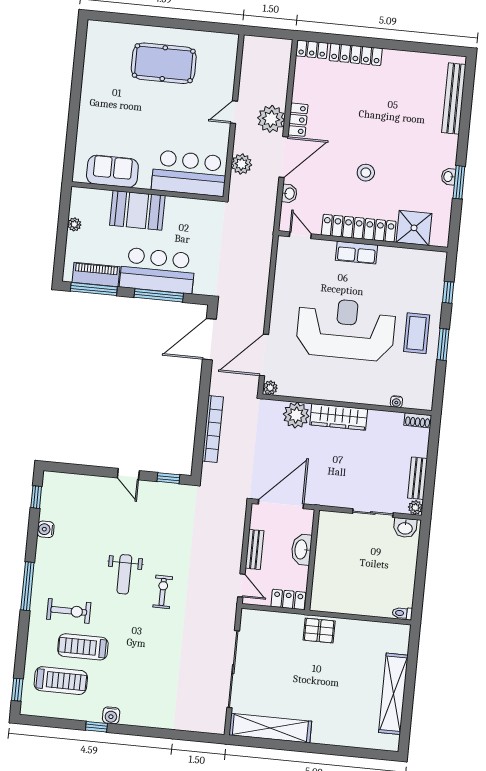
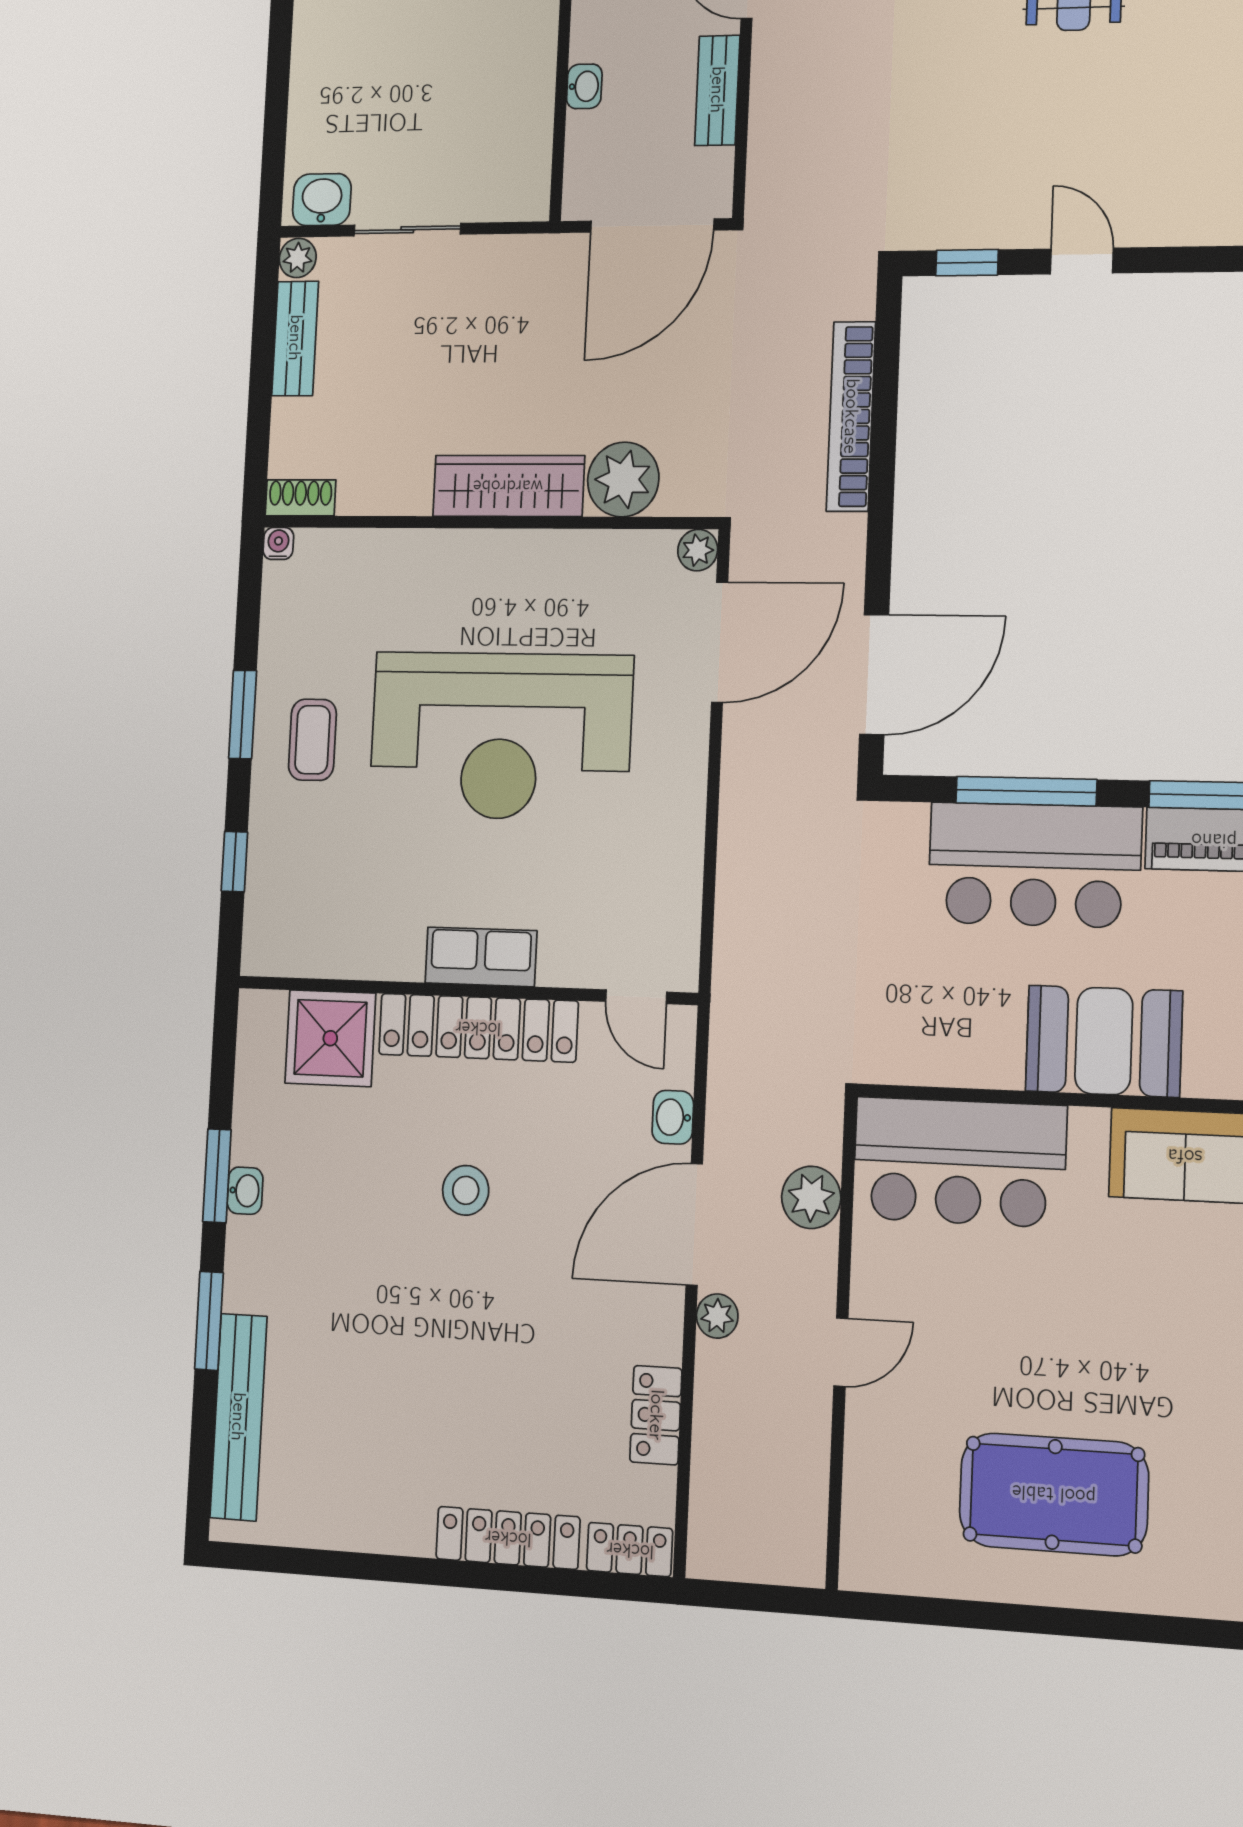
plant: (271, 119) -> (717, 1316), width x0.53, depth x0.53
locker: (298, 120) -> (656, 1415), moved
window: (464, 132) -> (209, 1321), added
coffee table: (417, 333) -> (312, 740), width x0.73, depth x0.77
water cooler: (396, 402) -> (278, 543), moved
washbasin: (301, 550) -> (584, 86), width x0.52, depth x0.69

